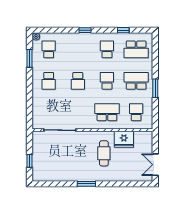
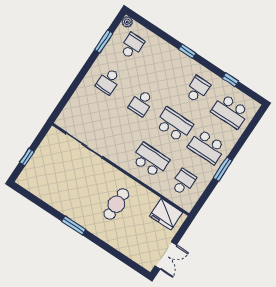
school desk: (107, 81) -> (174, 125), width x1.85
school desk: (136, 81) -> (207, 147), turned 180
fridge: (124, 139) -> (166, 214), moved
double door: (155, 165) -> (166, 255), swing flipped

